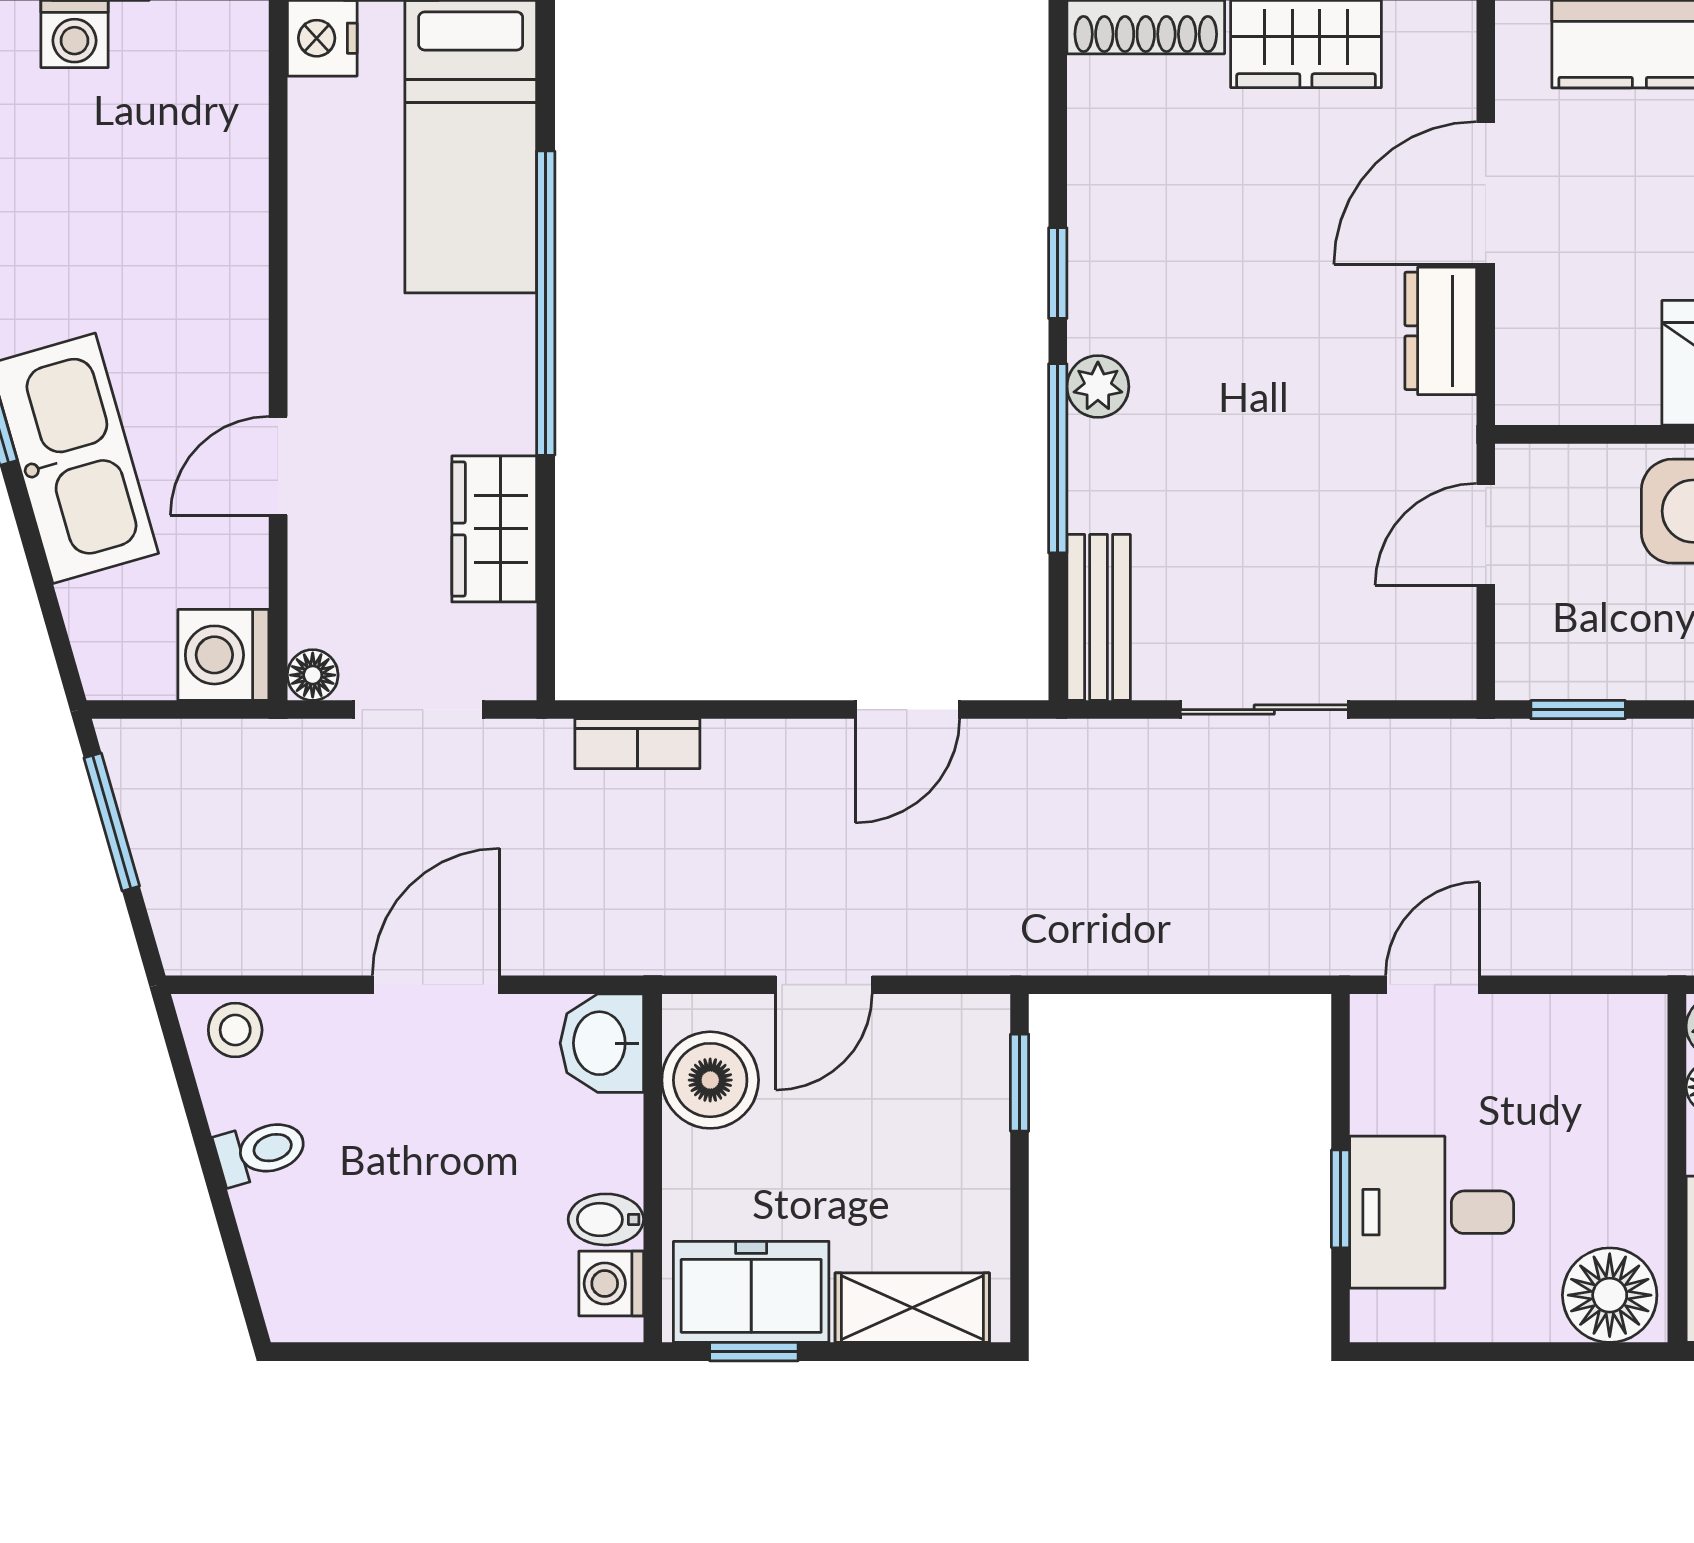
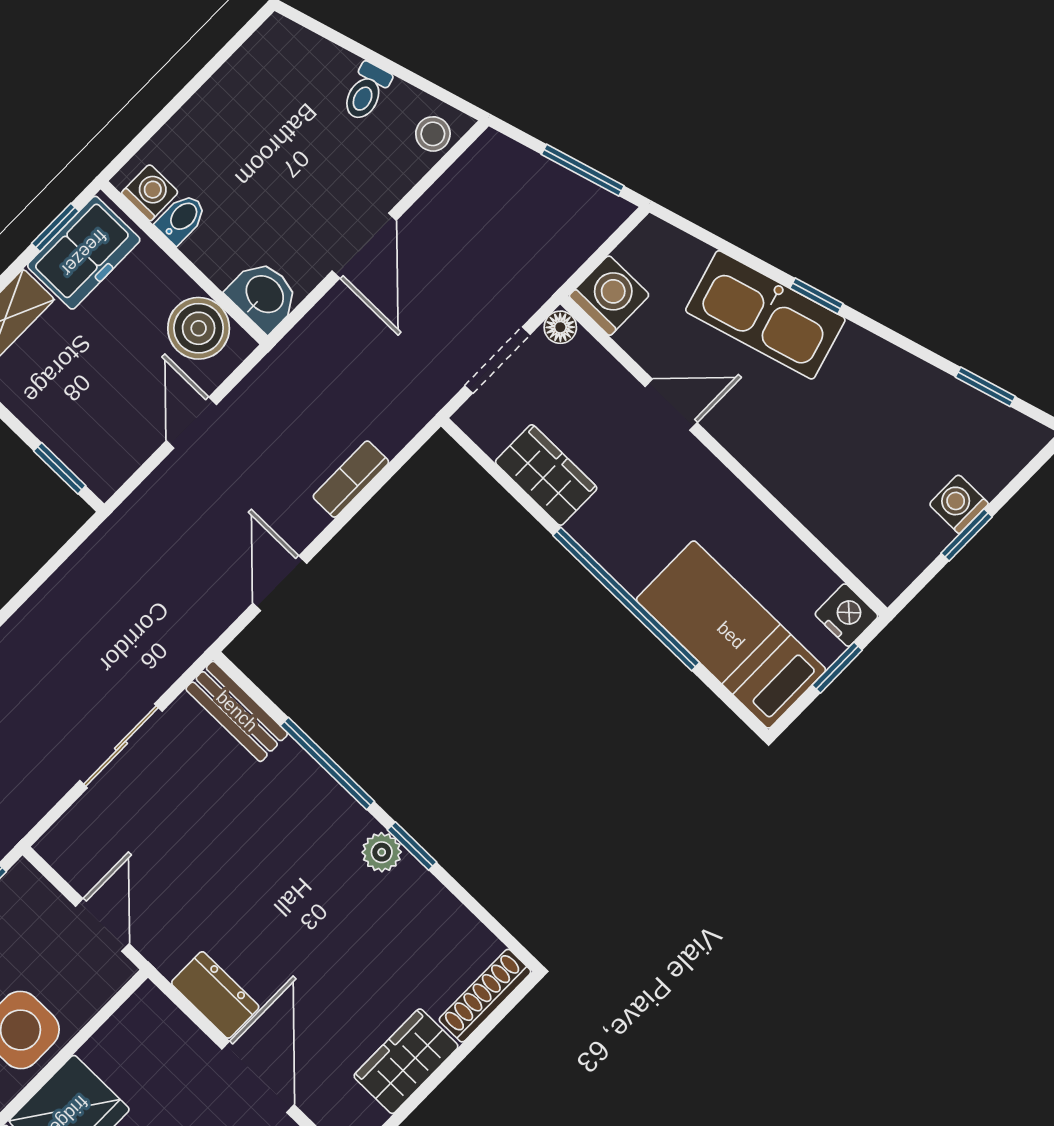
plant: (1098, 387) -> (382, 852), moved
door: (278, 466) -> (671, 405), hinge flipped
bookcase: (637, 744) -> (351, 479), moved

